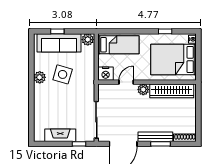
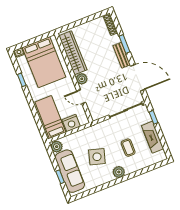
nightstand: (106, 74) -> (71, 123), moved, turned 90
plant: (40, 77) -> (119, 172), moved
coffee table: (60, 108) -> (128, 148), added
bench: (155, 137) -> (122, 55), width x0.73

